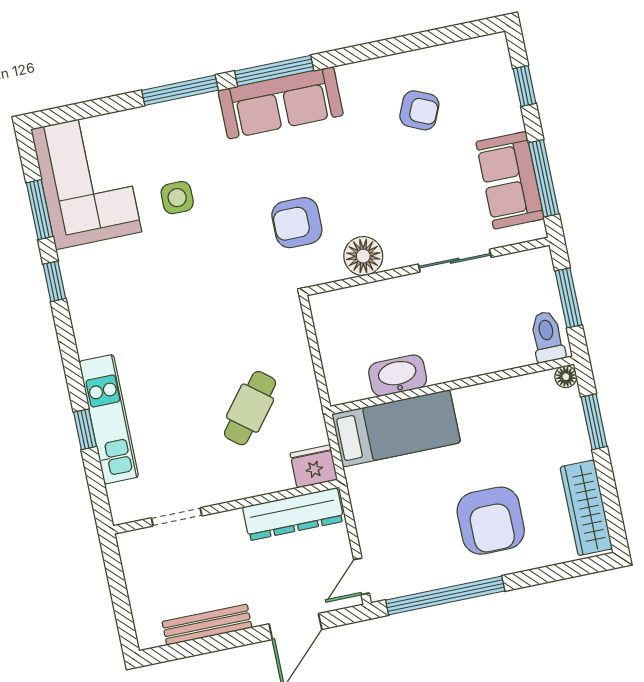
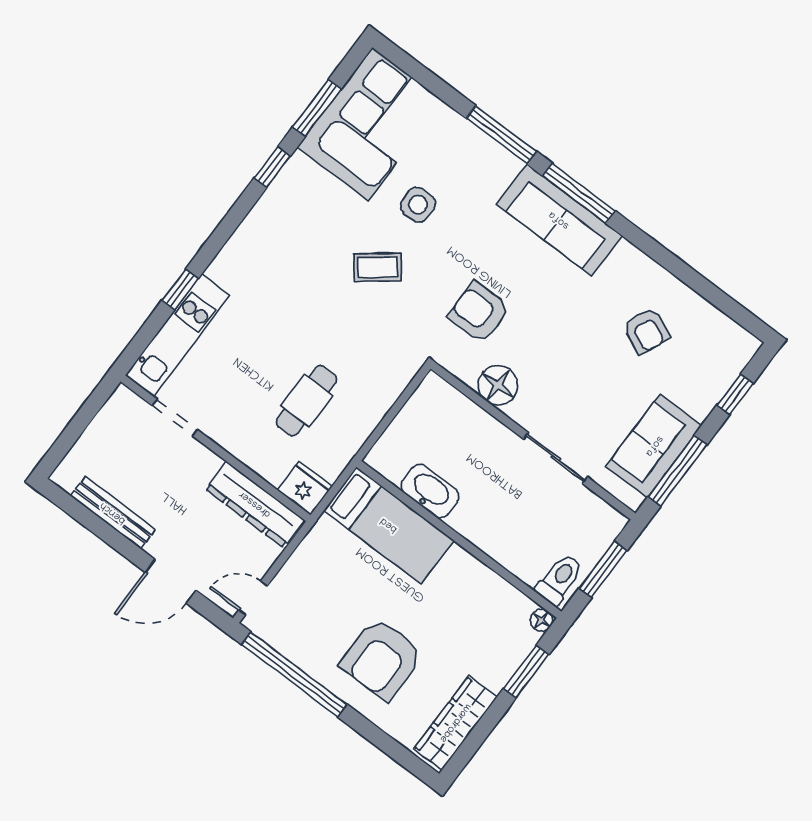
coffee table: (197, 269) -> (377, 267), added
cafe table: (250, 408) -> (306, 401), turned -38
kitchen unit: (109, 419) -> (177, 335), moved

